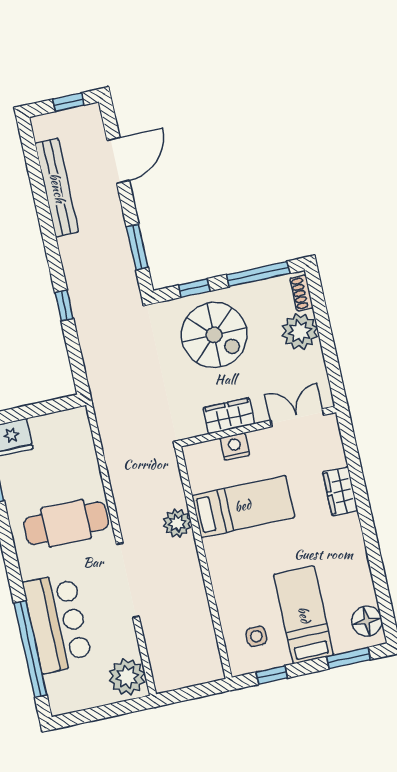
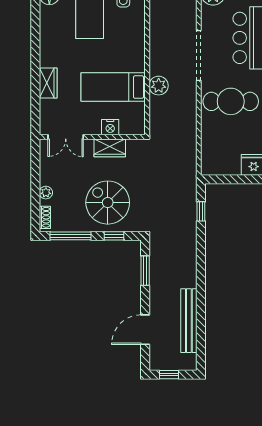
window: (64, 306) -> (201, 211), moved
plant: (300, 332) -> (46, 193), width x0.53, depth x0.53

